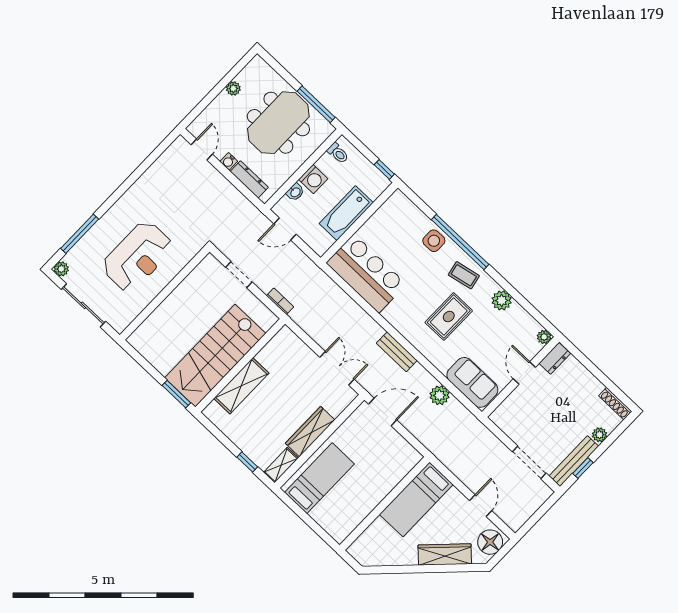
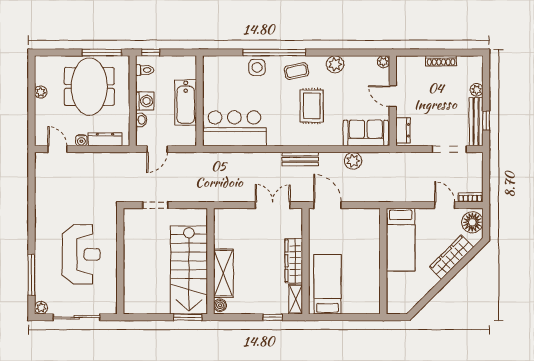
window: (384, 169) -> (151, 53), moved
bookcase: (280, 301) -> (470, 197), moved
dresser: (555, 358) -> (403, 130), moved
shoe rack: (615, 404) -> (441, 61), moved
boiler: (213, 410) -> (220, 305), added
door: (383, 412) -> (327, 205), hinge flipped

